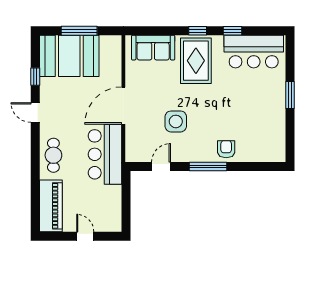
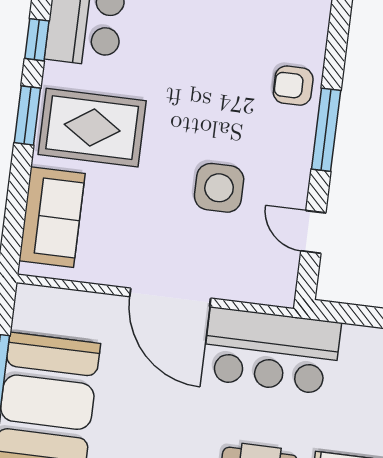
window: (198, 31) -> (27, 115), width x1.50

